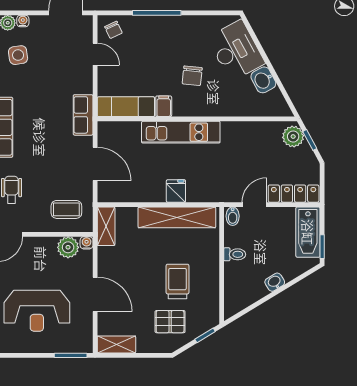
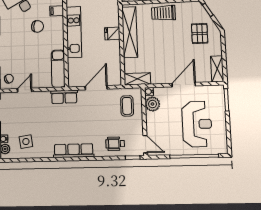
filing cabinet: (164, 106) -> (57, 11), moved
trolley: (177, 281) -> (163, 13), moved

